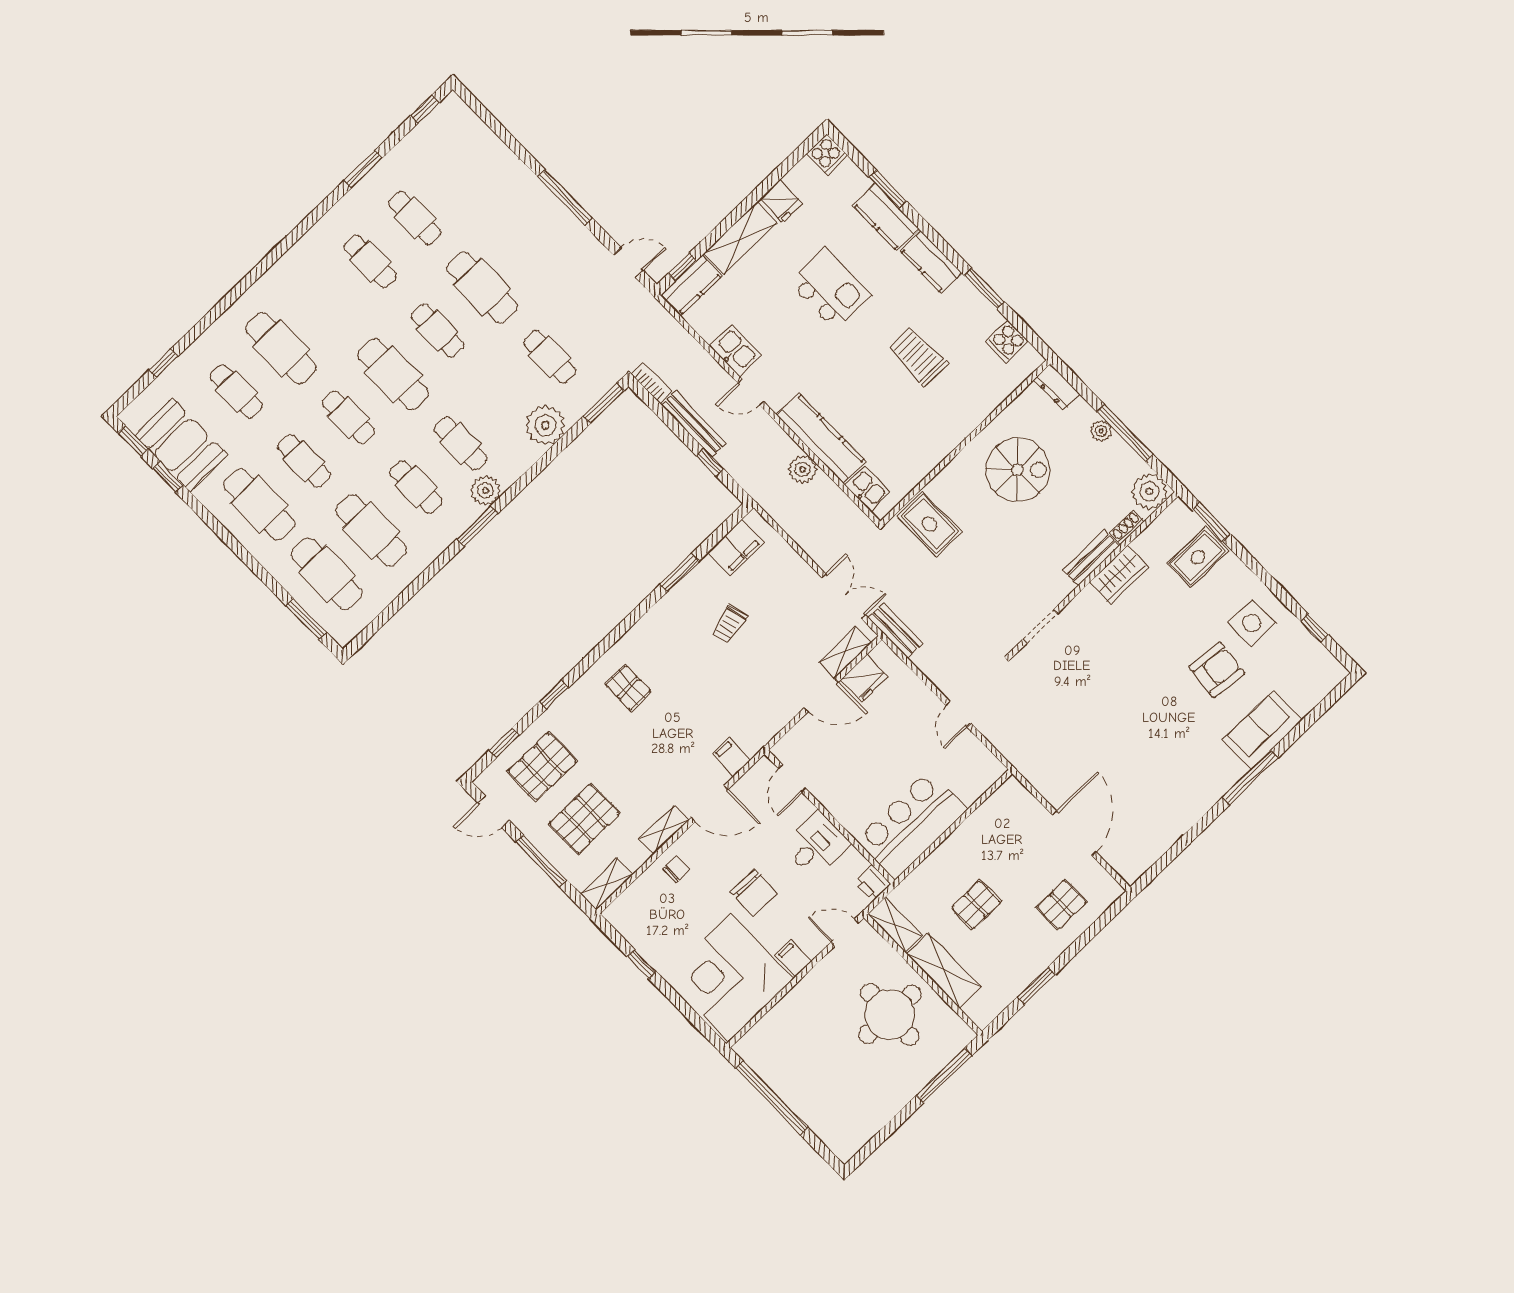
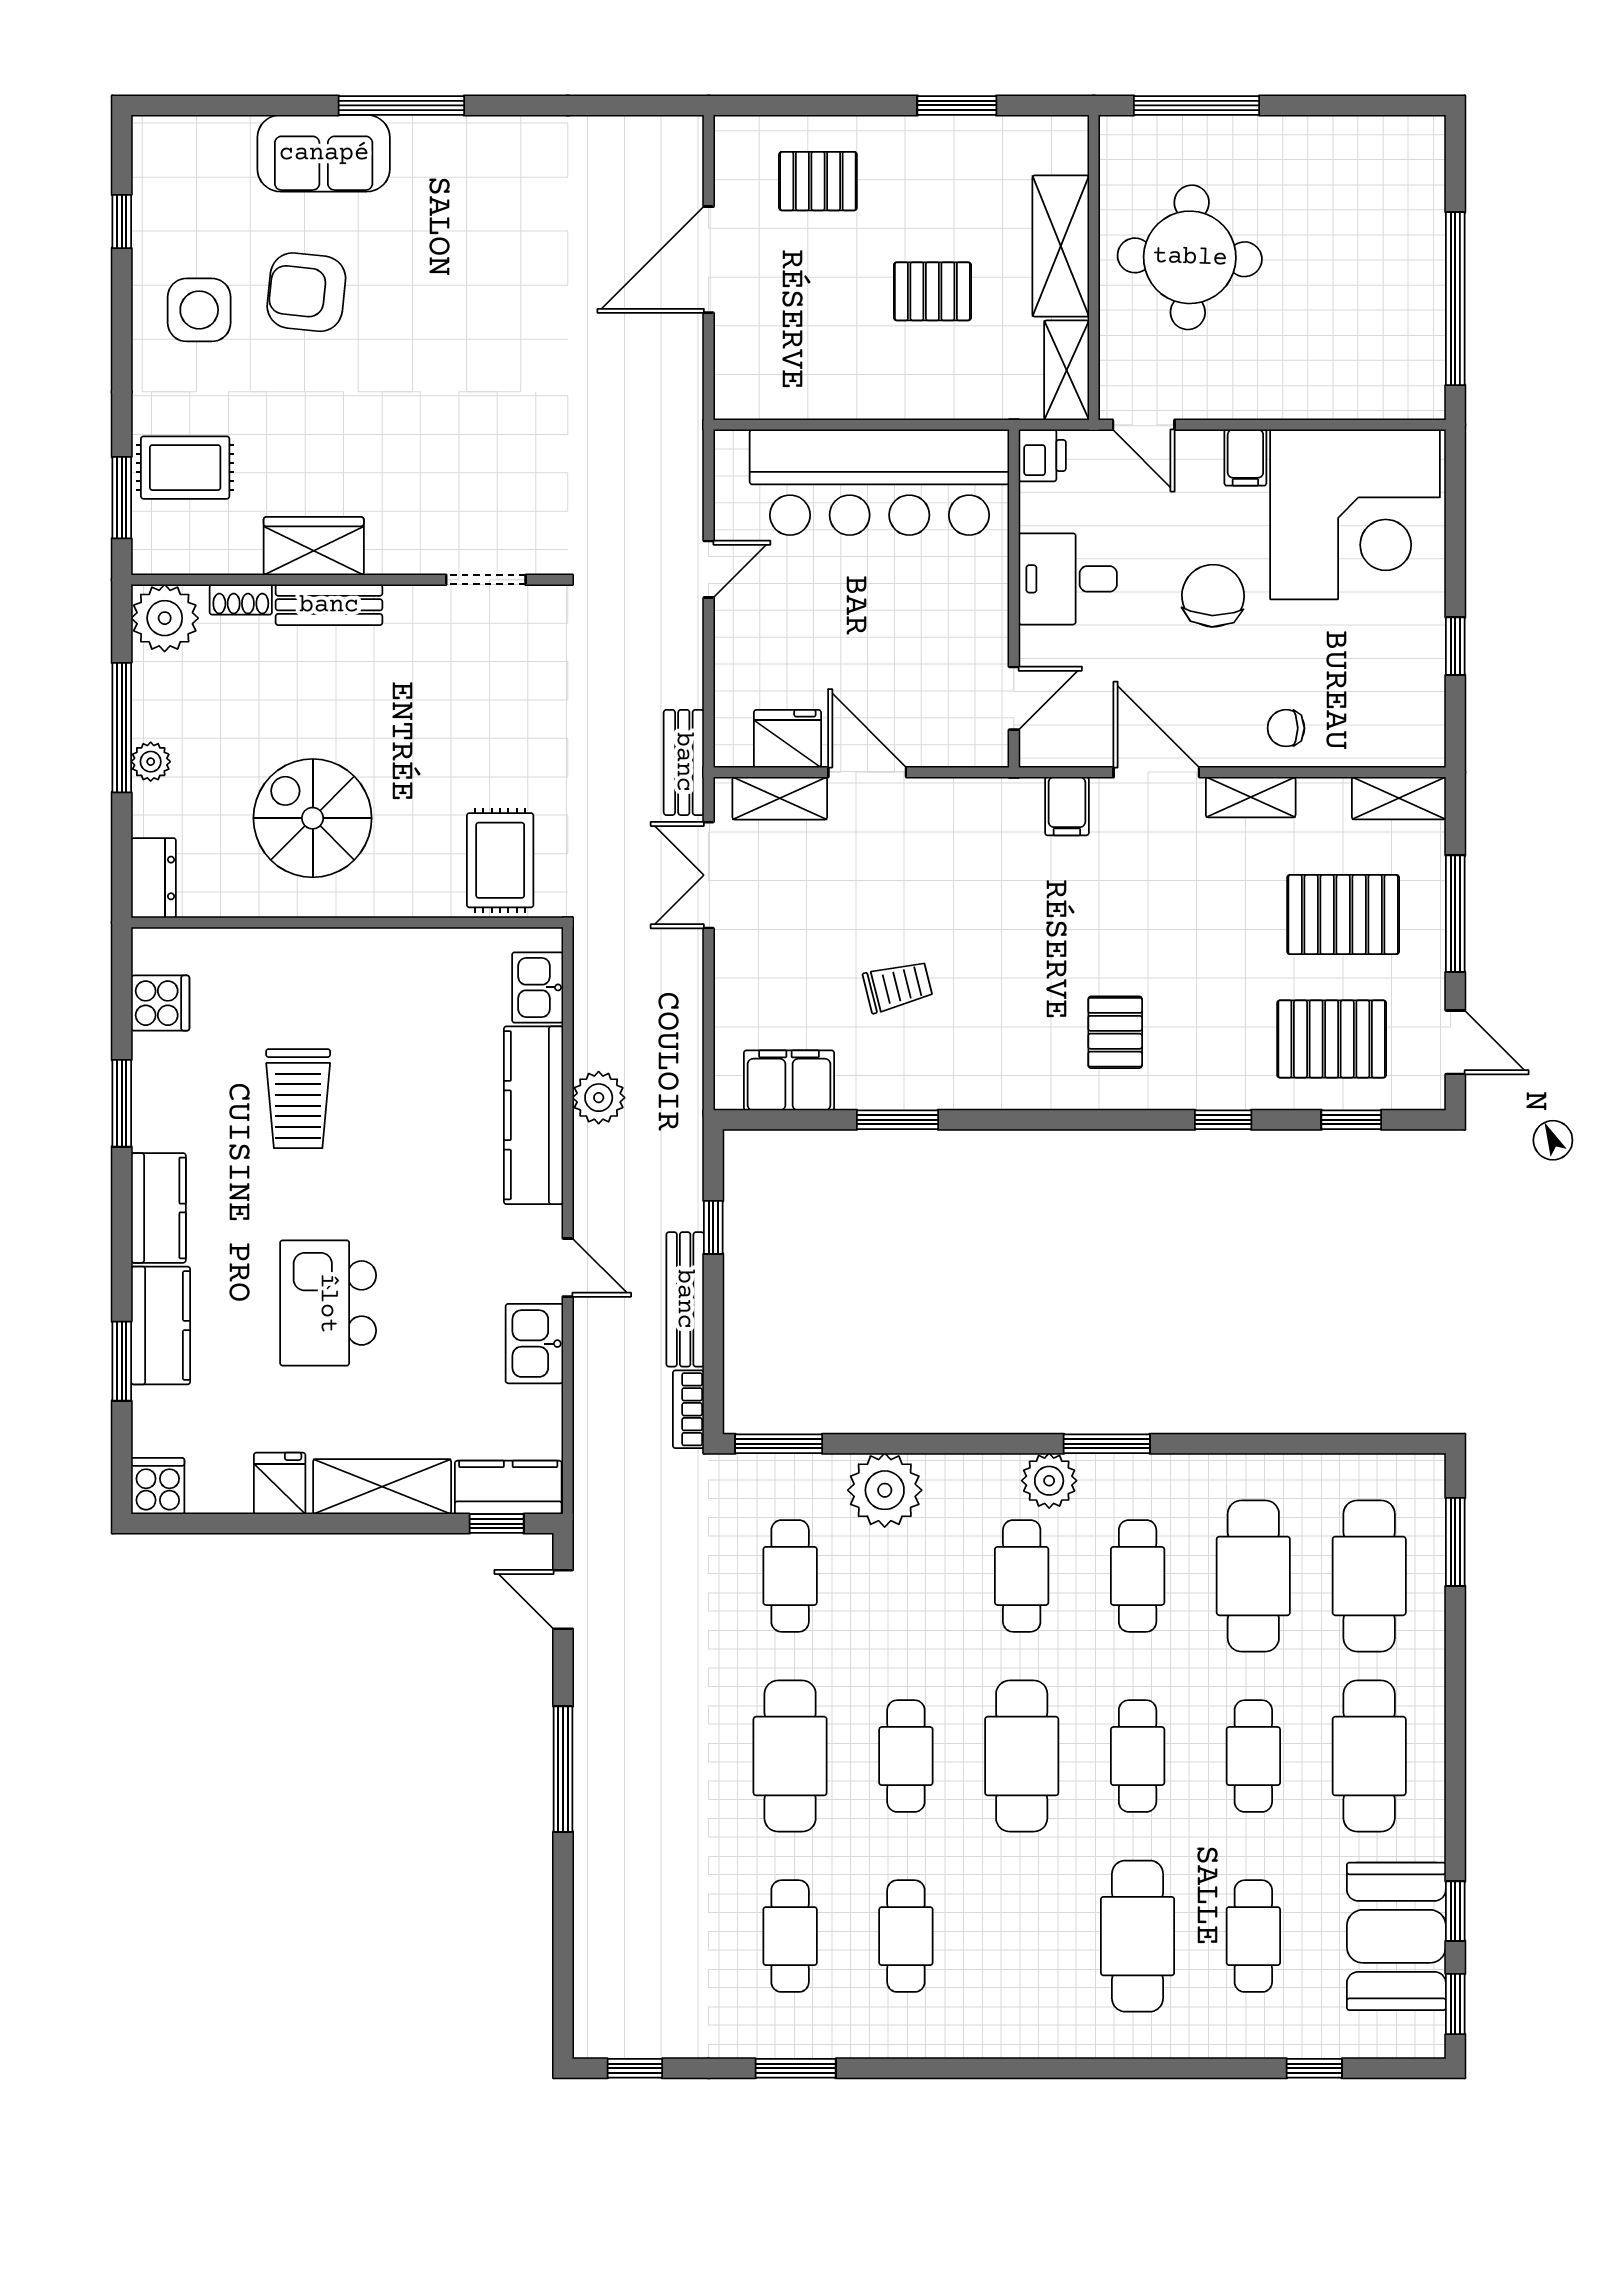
bar counter: (912, 824) -> (879, 482), width x1.36

